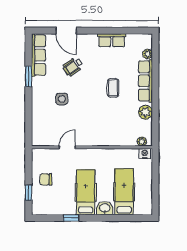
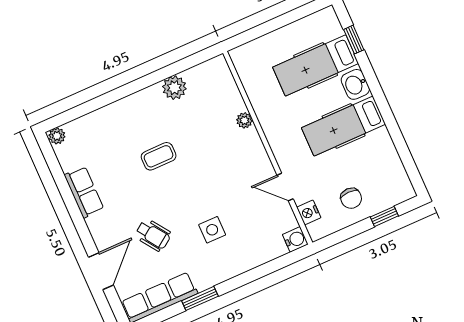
plant: (148, 54) -> (57, 136), moved
row of seats: (145, 81) -> (125, 110), removed
water cooler: (37, 140) -> (295, 239), added
plant: (142, 141) -> (244, 120), moved
nightstand: (145, 154) -> (309, 212), moved
window: (71, 218) -> (354, 40), moved

